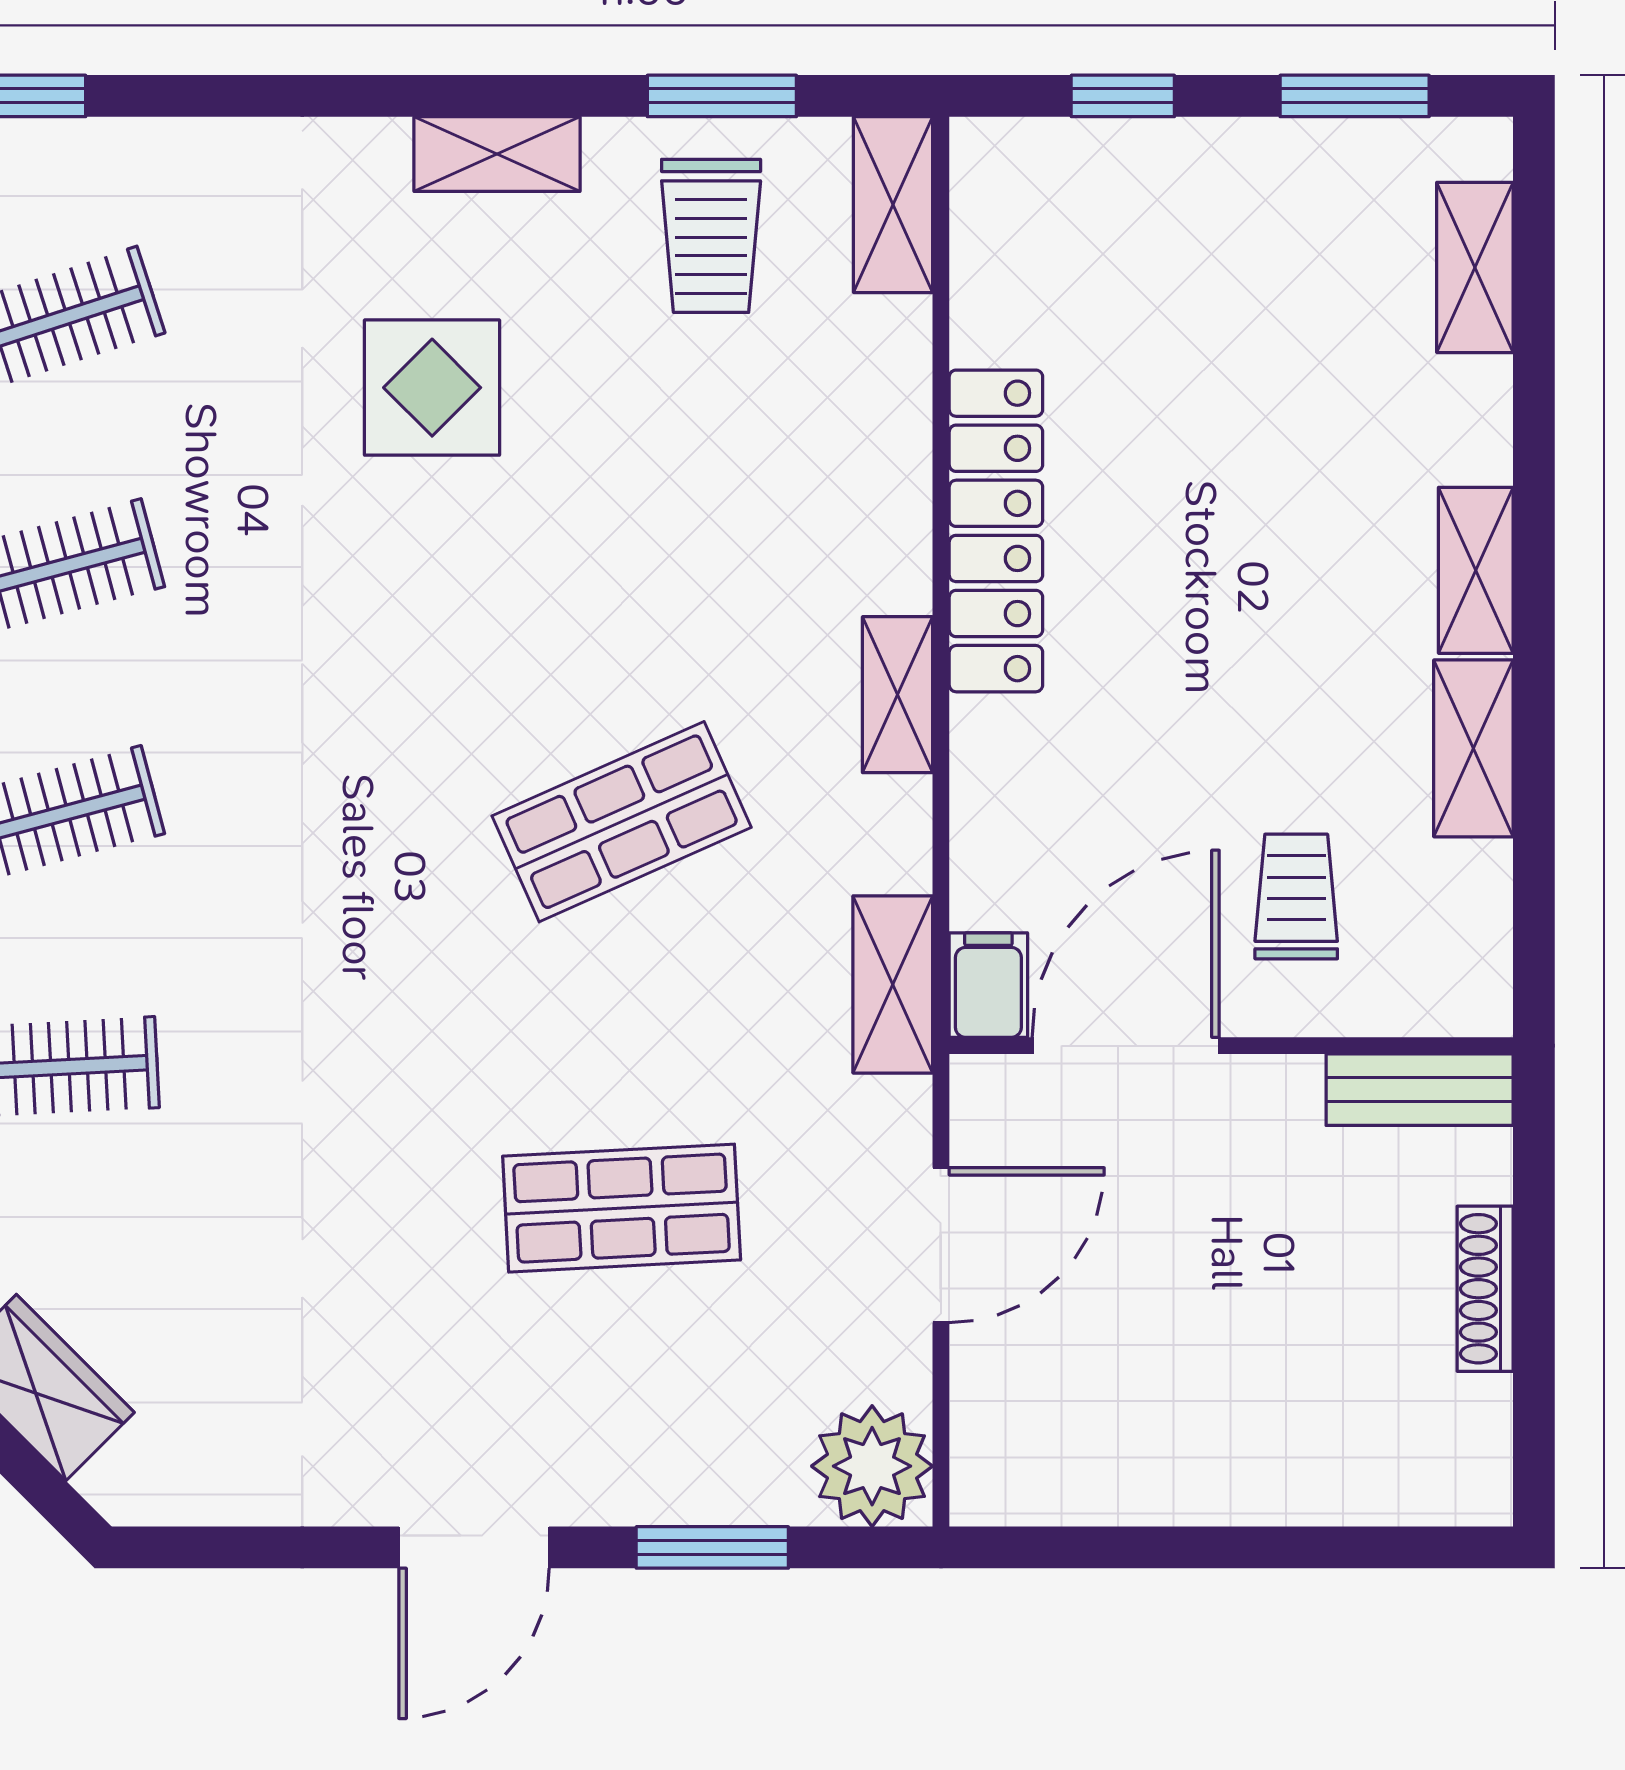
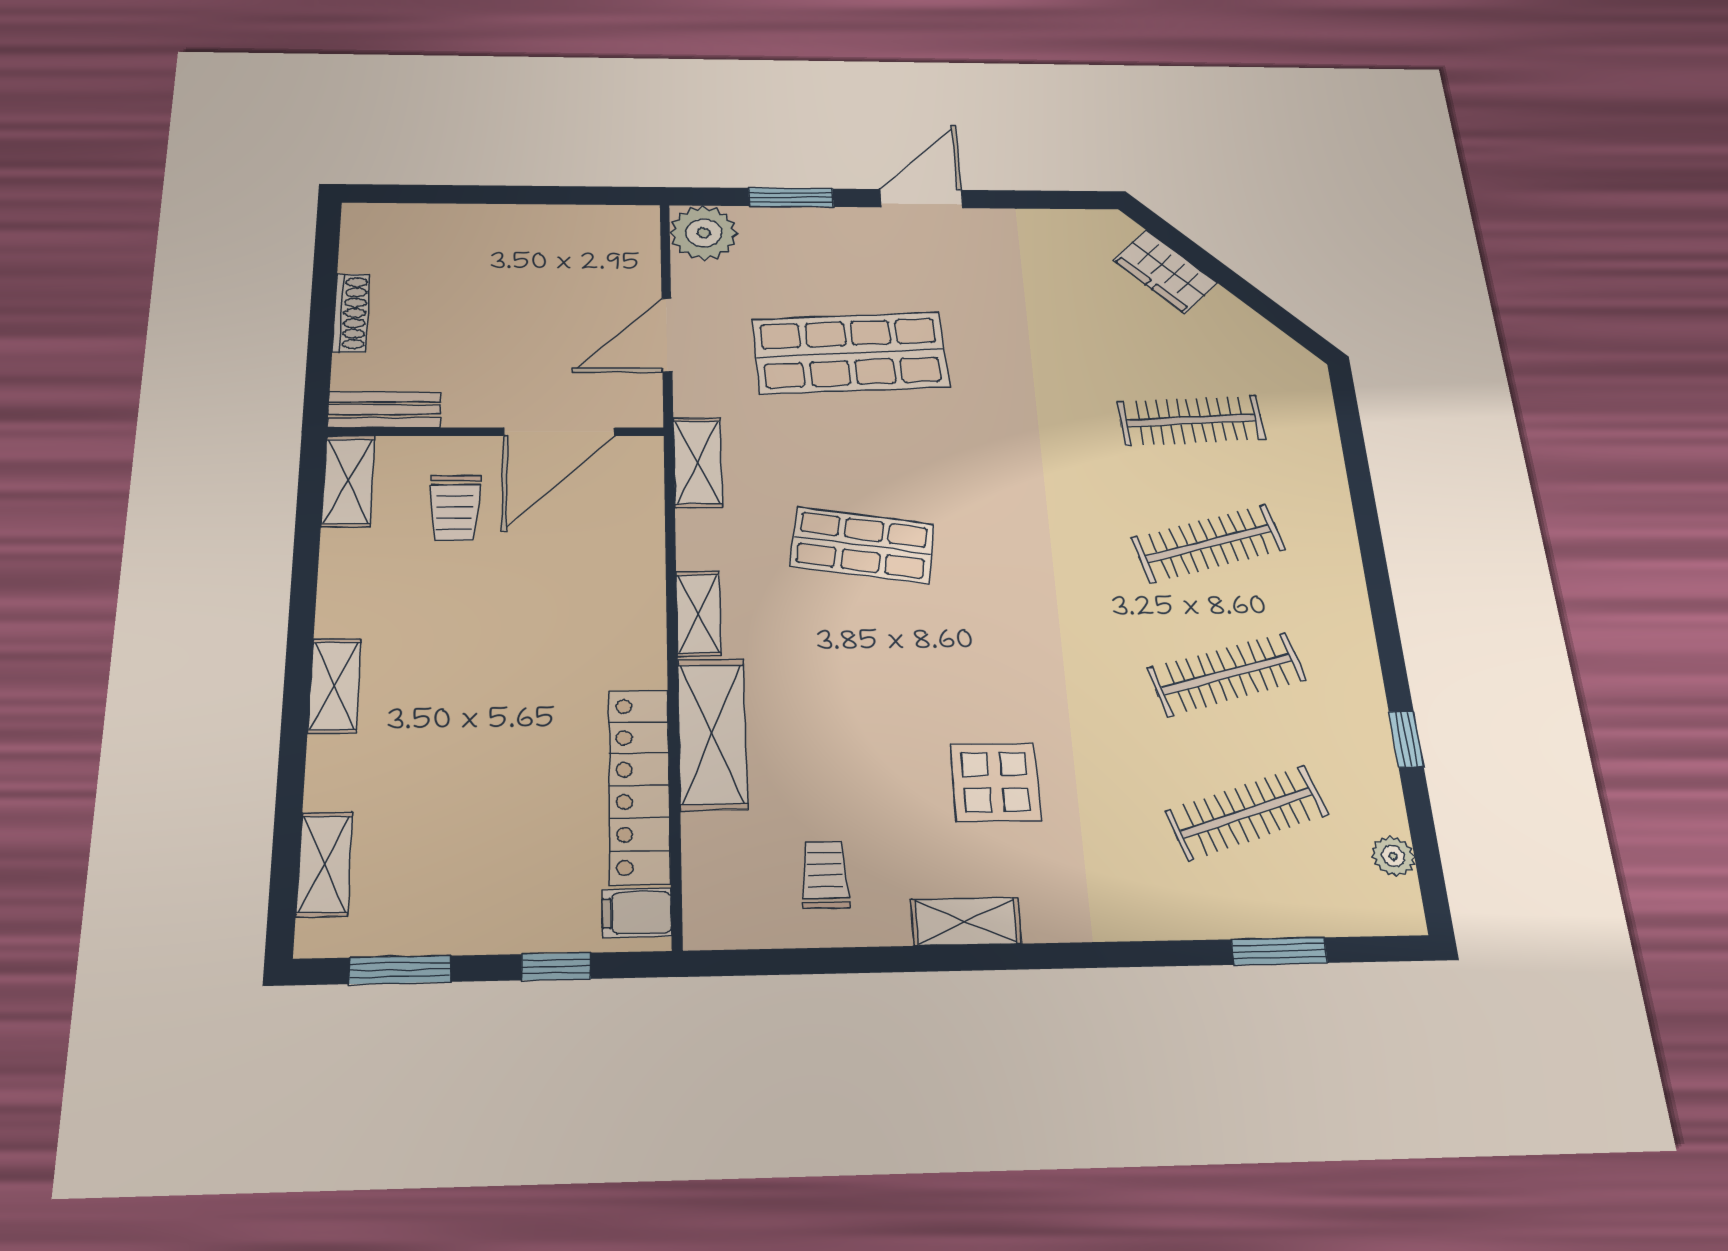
window: (722, 96) -> (822, 961), removed
shelving: (893, 205) -> (712, 734), moved, width x1.50, depth x1.33
trolley: (711, 236) -> (825, 874), width x0.73, depth x0.72
locker: (996, 531) -> (639, 786), moved
shelving: (1473, 748) -> (348, 481), moved
shop shelf: (622, 822) -> (862, 545), turned 33
filing cabinet: (988, 985) -> (637, 913), moved, turned 90
shop shelf: (622, 1208) -> (850, 353), width x1.43, depth x1.36

